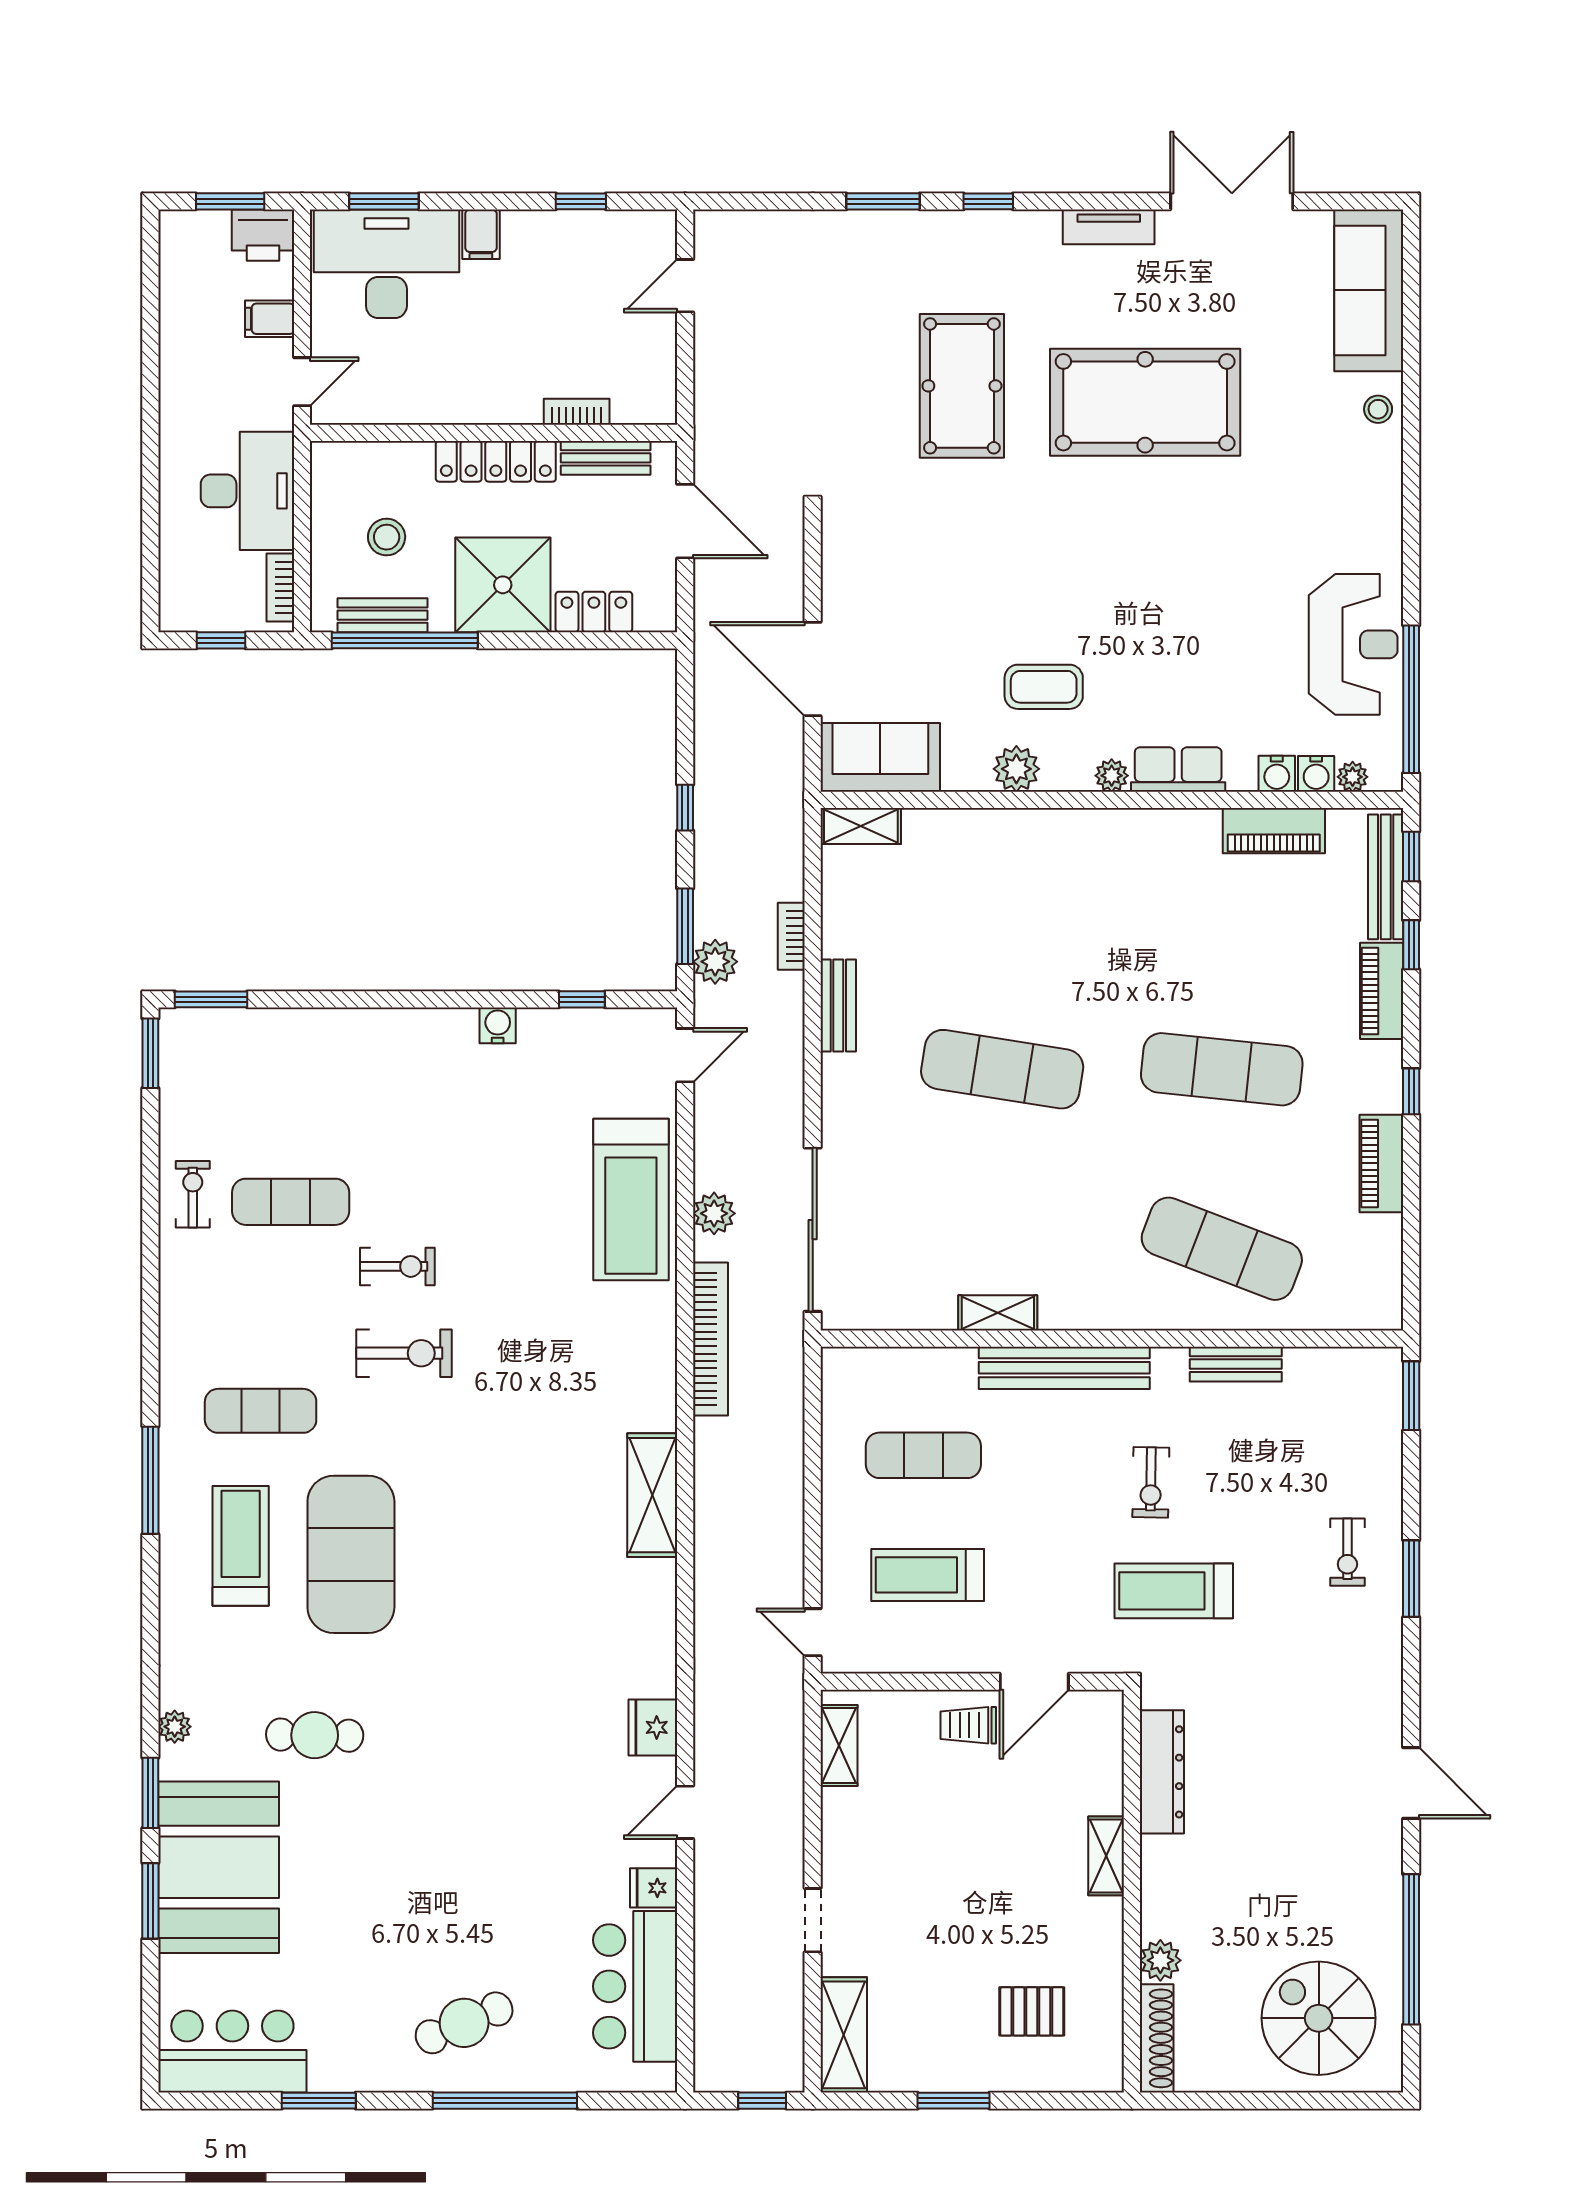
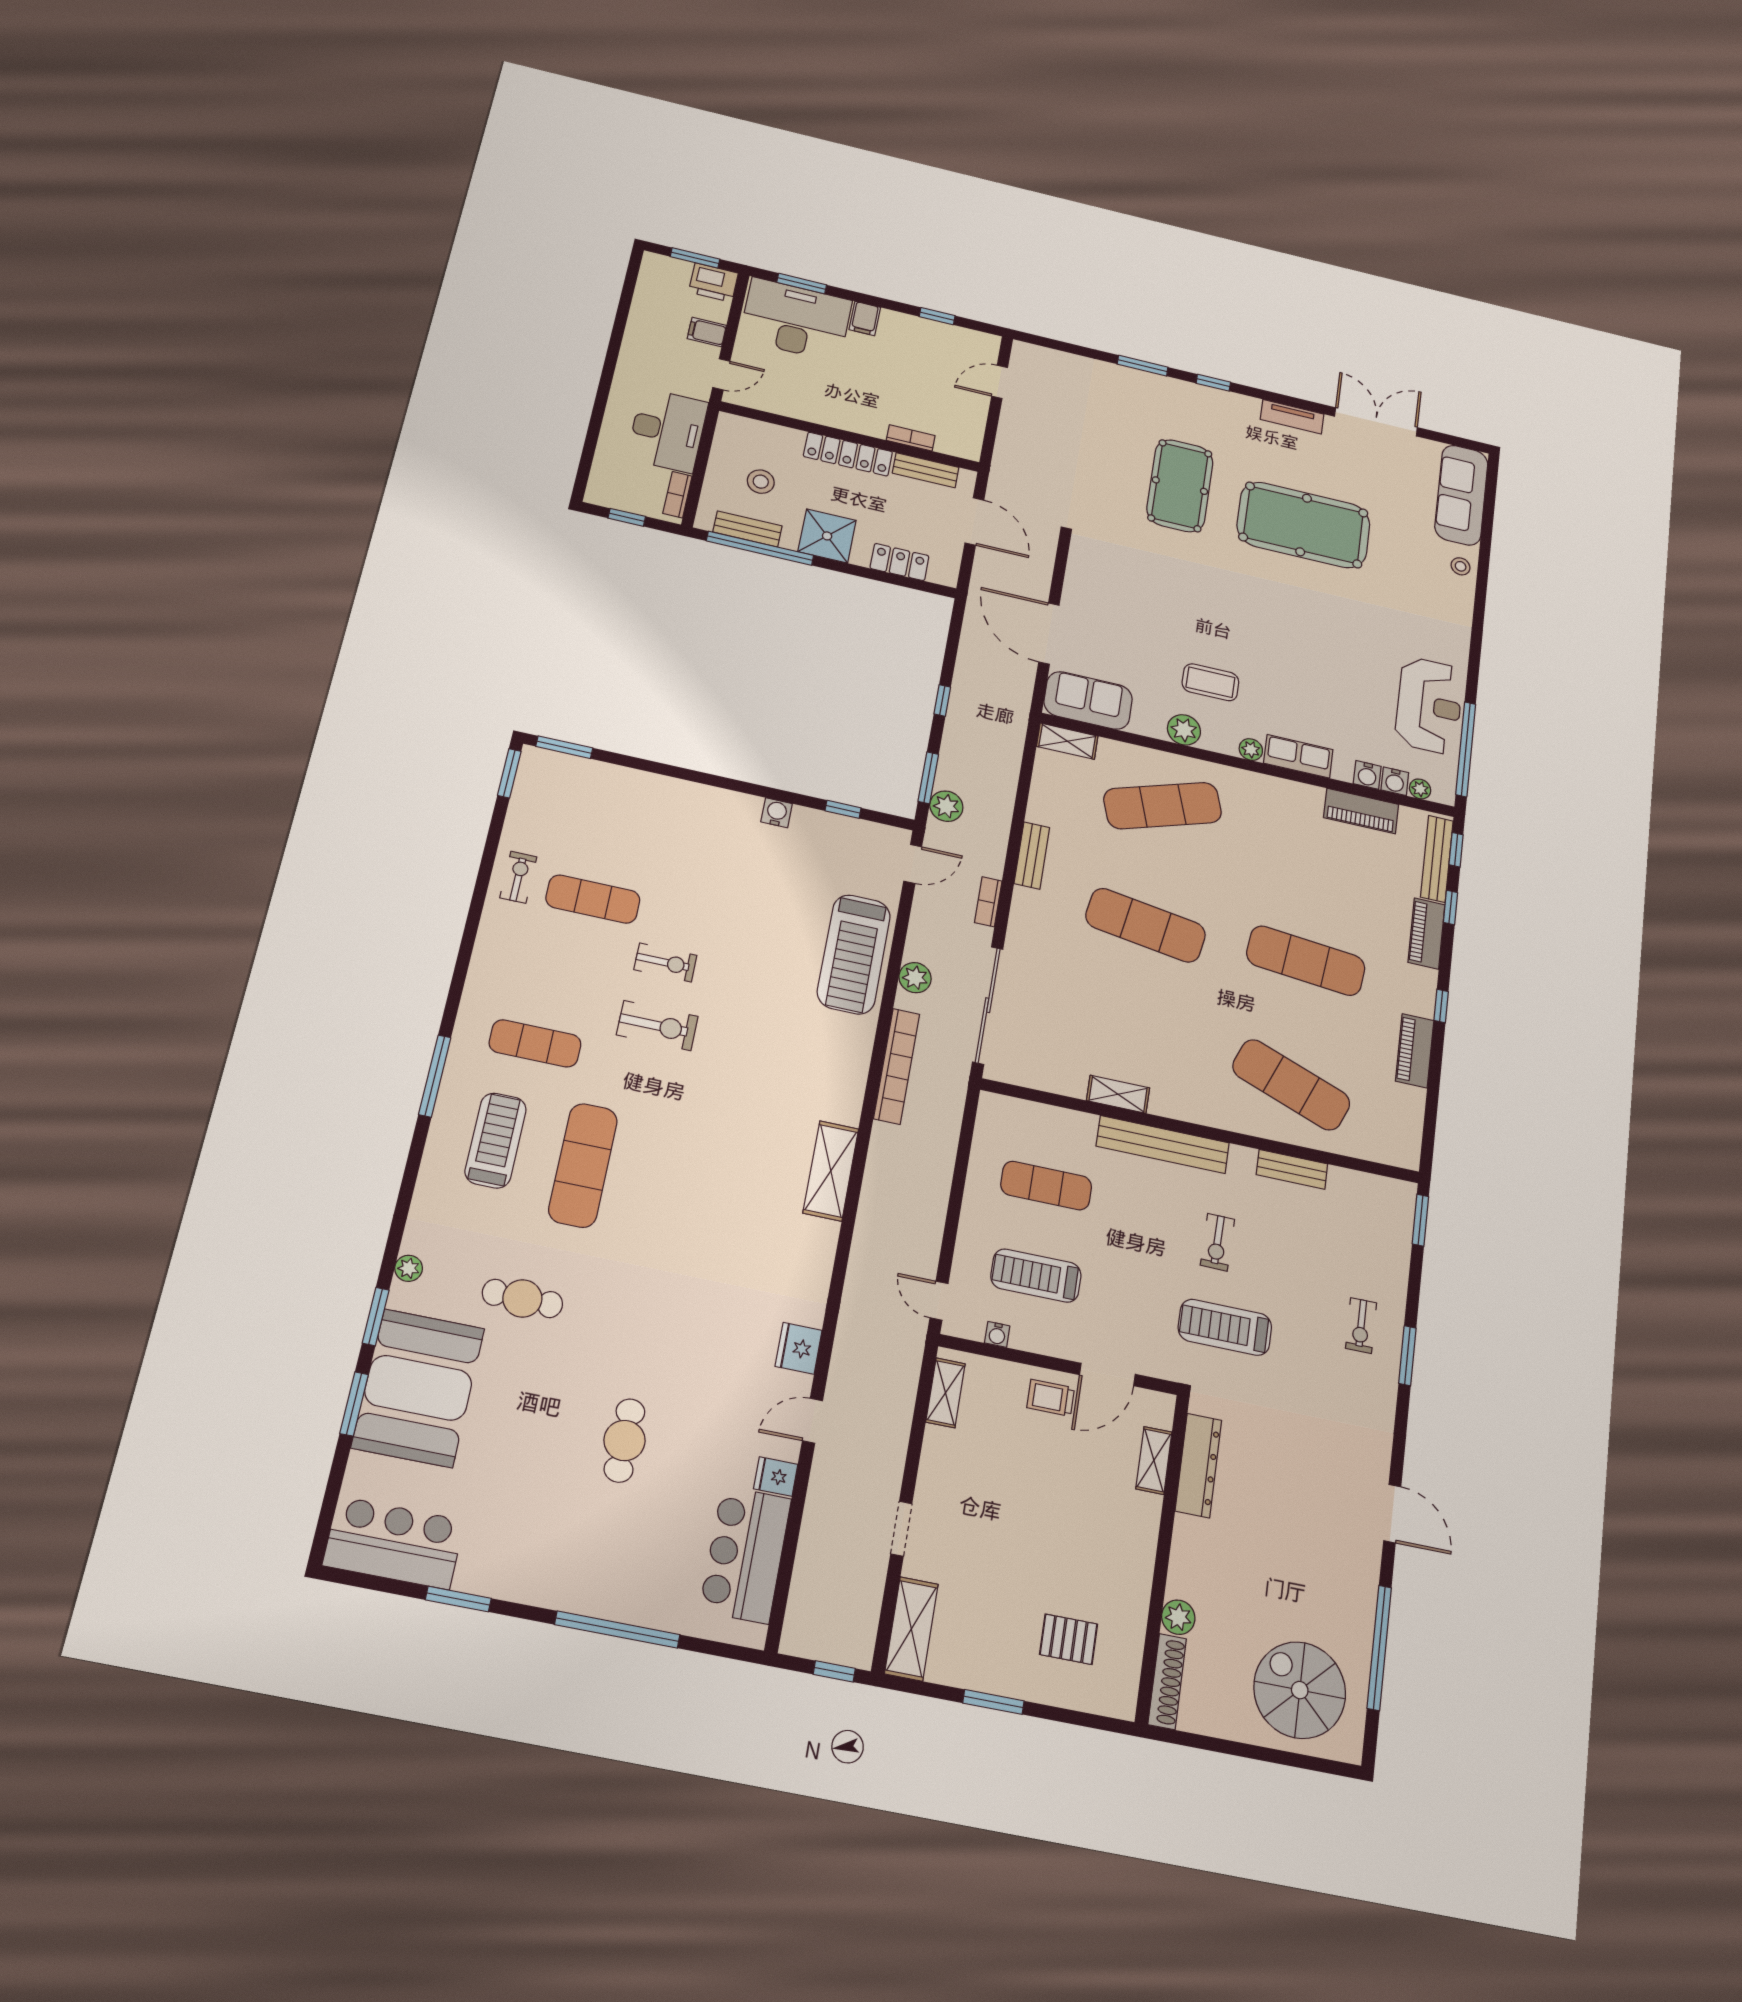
shower: (503, 585) -> (827, 536), width x0.73, depth x0.73
exercise mat: (1002, 890) -> (1163, 806), added
bookcase: (791, 936) -> (988, 902), moved
exercise mat: (351, 1554) -> (583, 1165), width x0.68
water cooler: (891, 1660) -> (997, 1334), added
shelving: (1106, 1856) -> (1154, 1460), moved
cafe table: (464, 2023) -> (624, 1440), moved, turned -67

